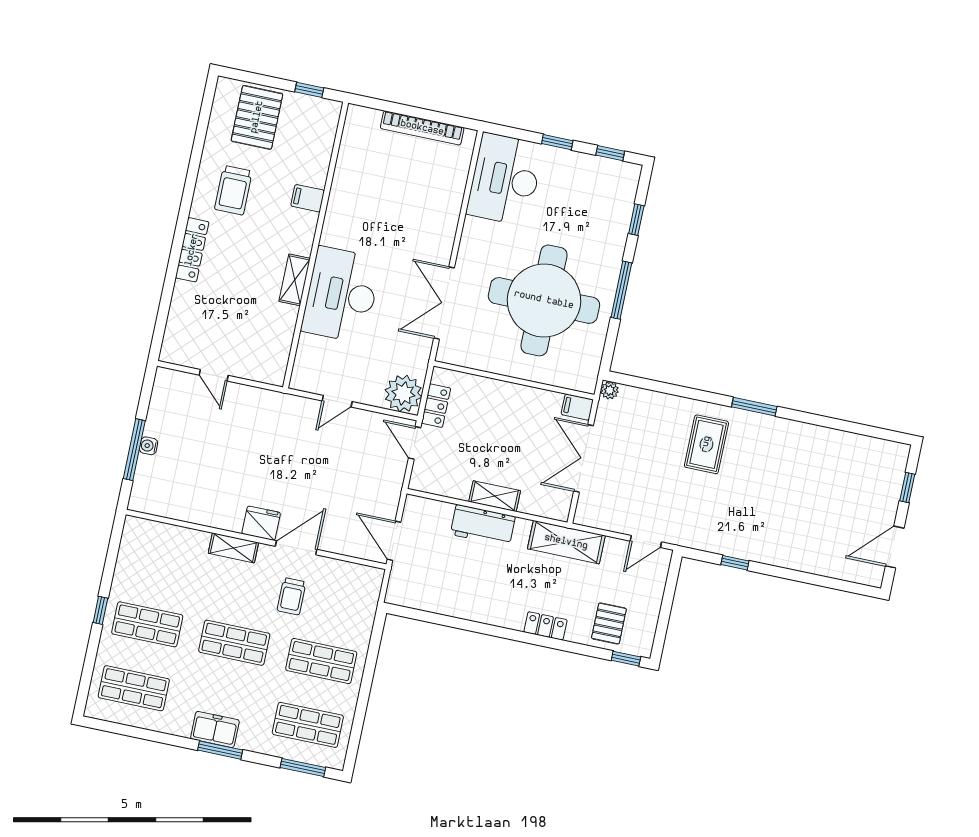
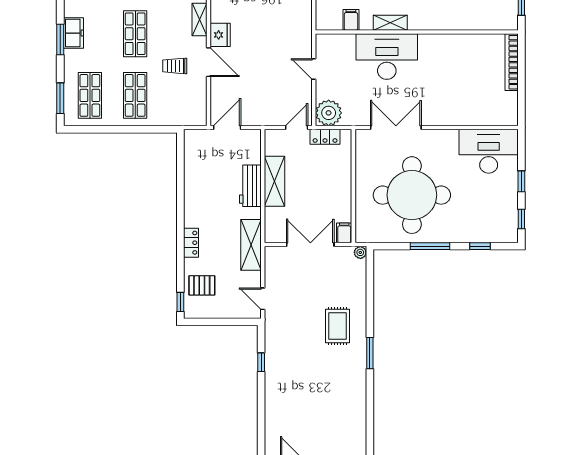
bookcase: (422, 128) -> (512, 62), moved
filing cabinet: (308, 198) -> (351, 20), moved
rug: (706, 444) -> (337, 326), turned 90
shelving: (495, 496) -> (274, 181), width x1.50, depth x1.33

